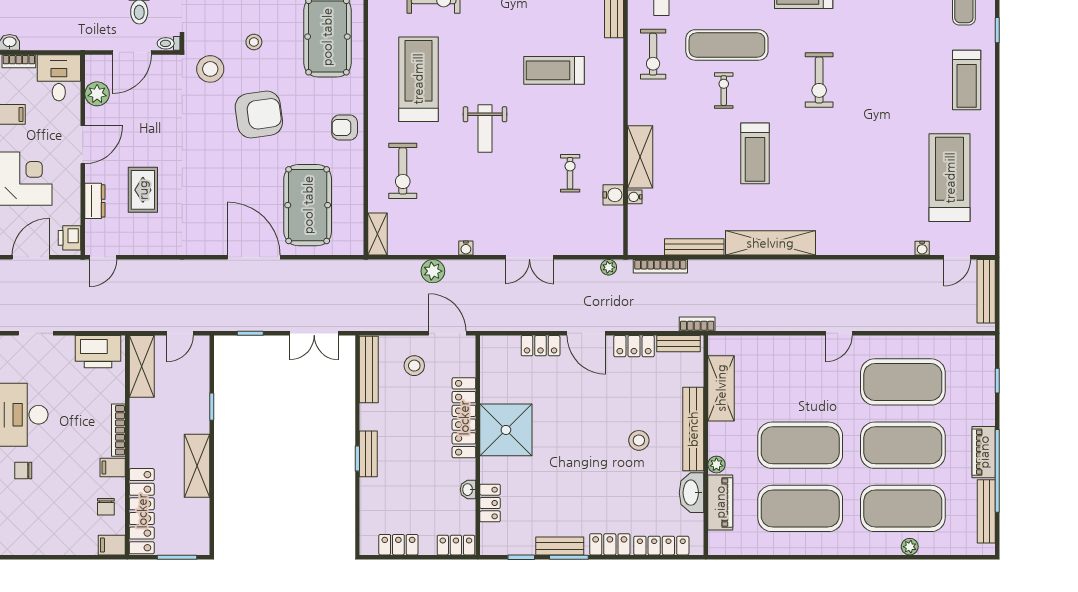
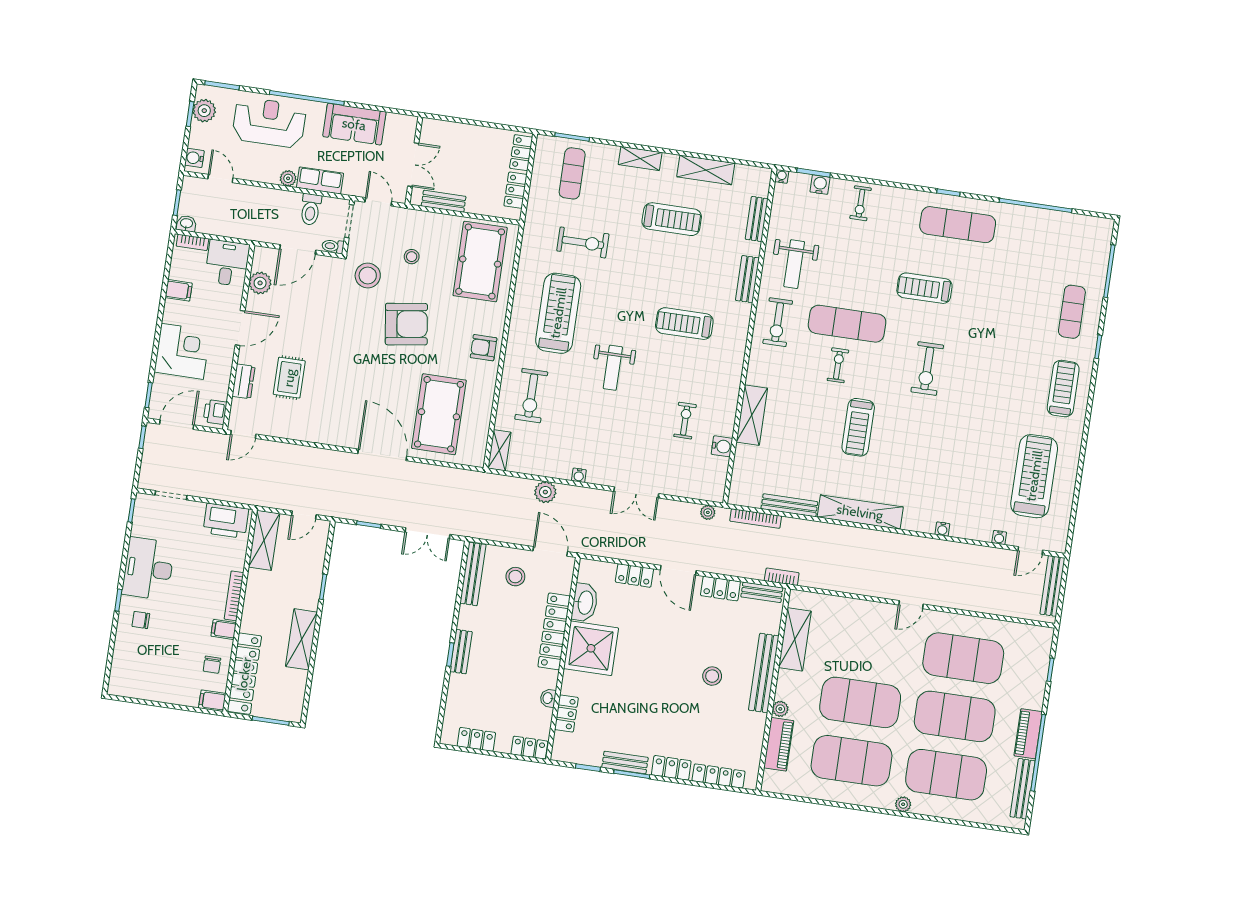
treadmill: (967, 80) -> (1063, 389), turned 180
water cooler: (635, 197) -> (942, 529), moved, turned -90
washbasin: (691, 493) -> (585, 602), moved, turned 180
plant: (910, 547) -> (903, 804), moved

